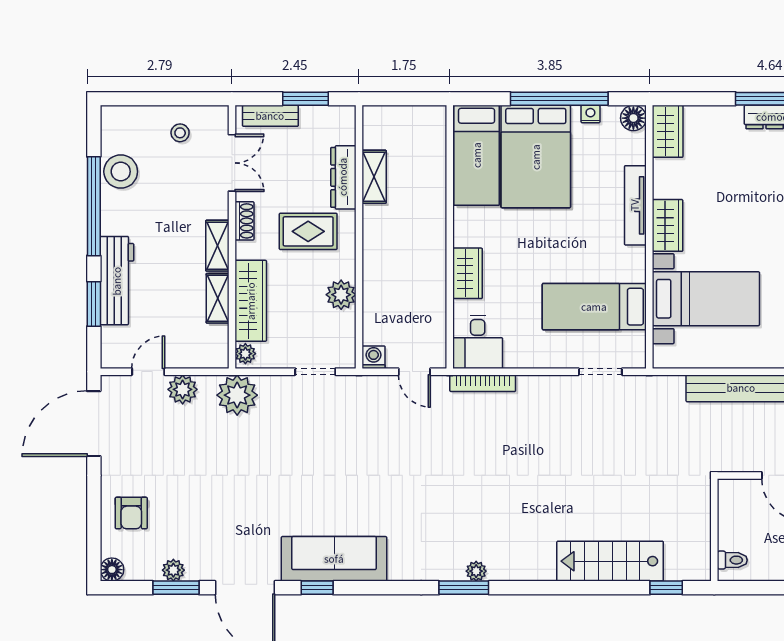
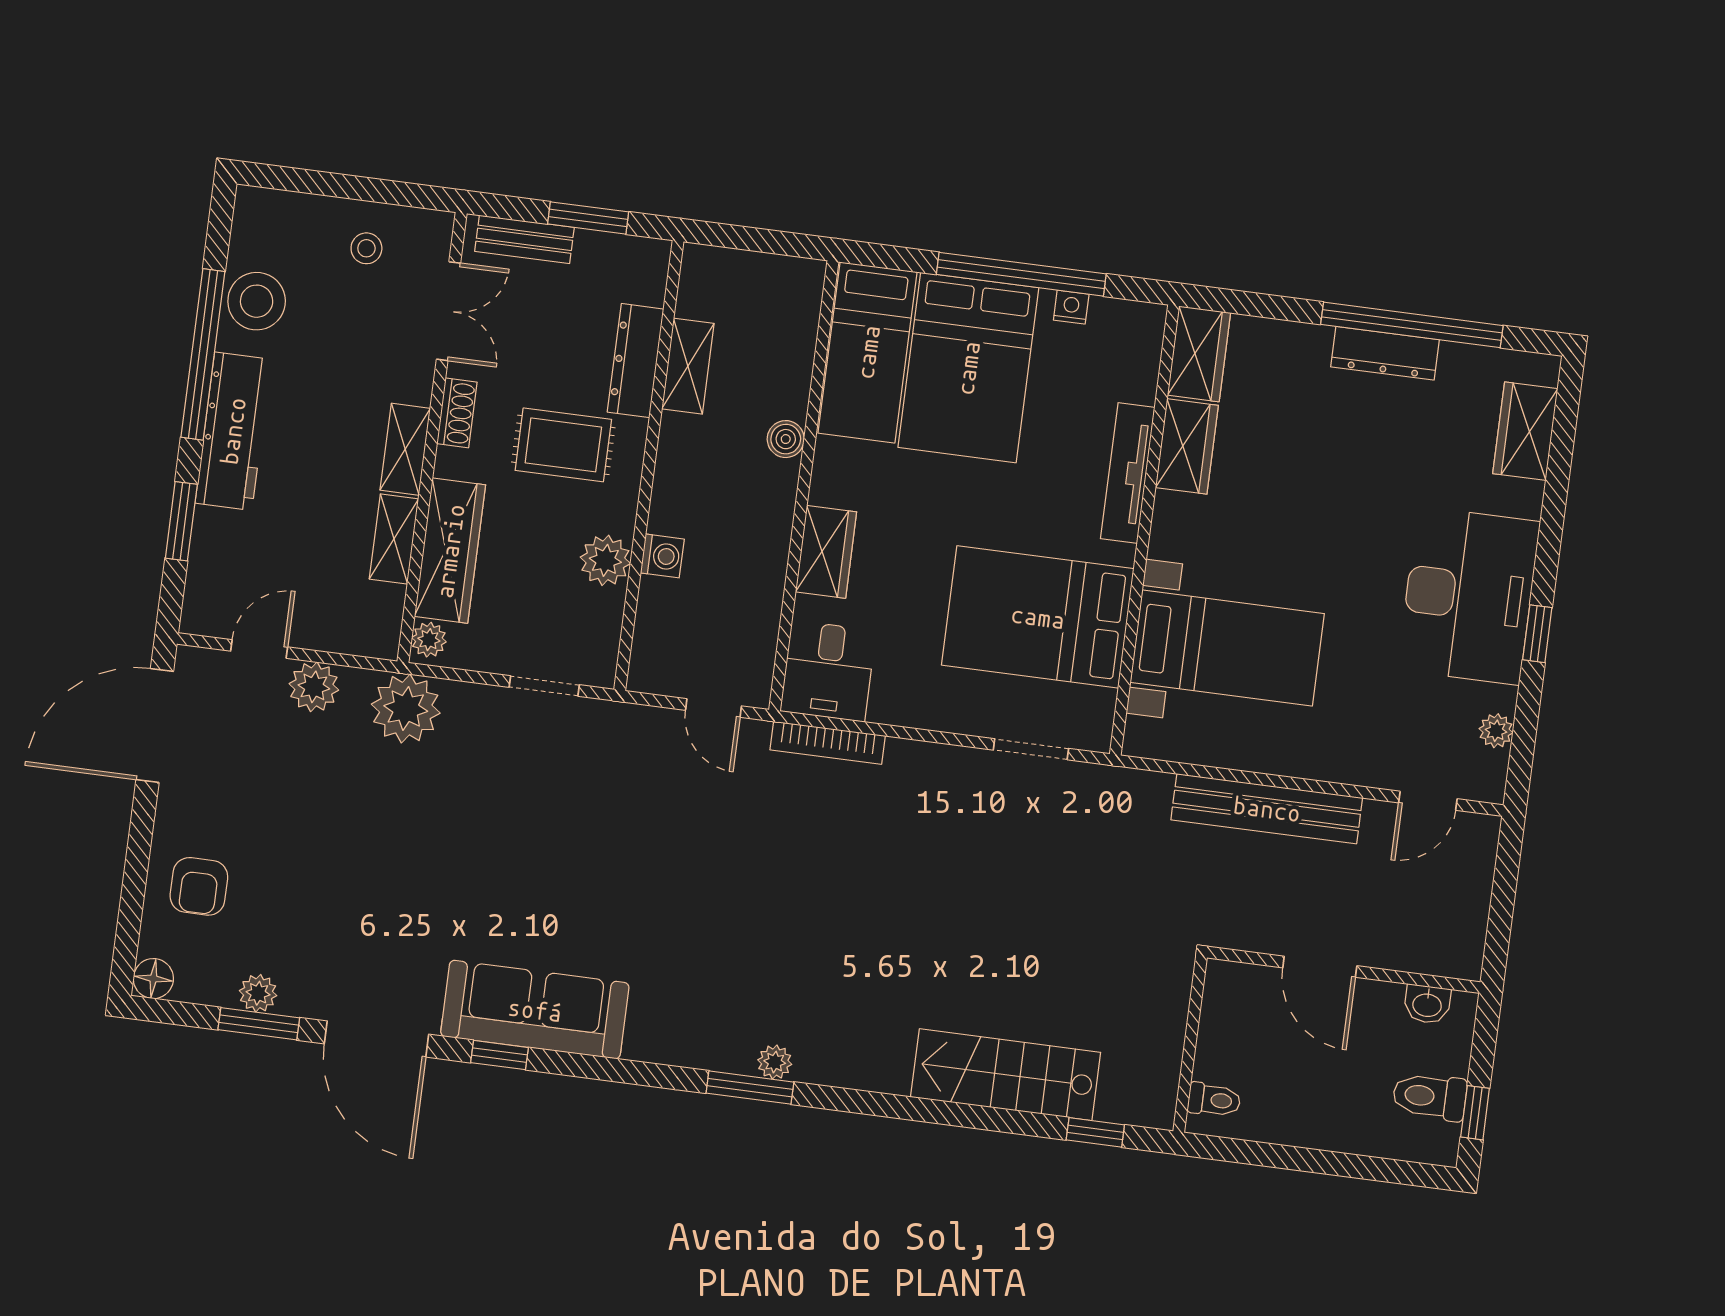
floor lamp: (633, 118) -> (1144, 324), removed
boiler: (436, 211) -> (786, 439), added
wardrobe: (668, 225) -> (1187, 446), moved
workbench: (117, 281) -> (233, 431), moved
bed: (594, 307) -> (1038, 617), width x1.50
washing machine: (374, 357) -> (662, 556), moved, turned 90

